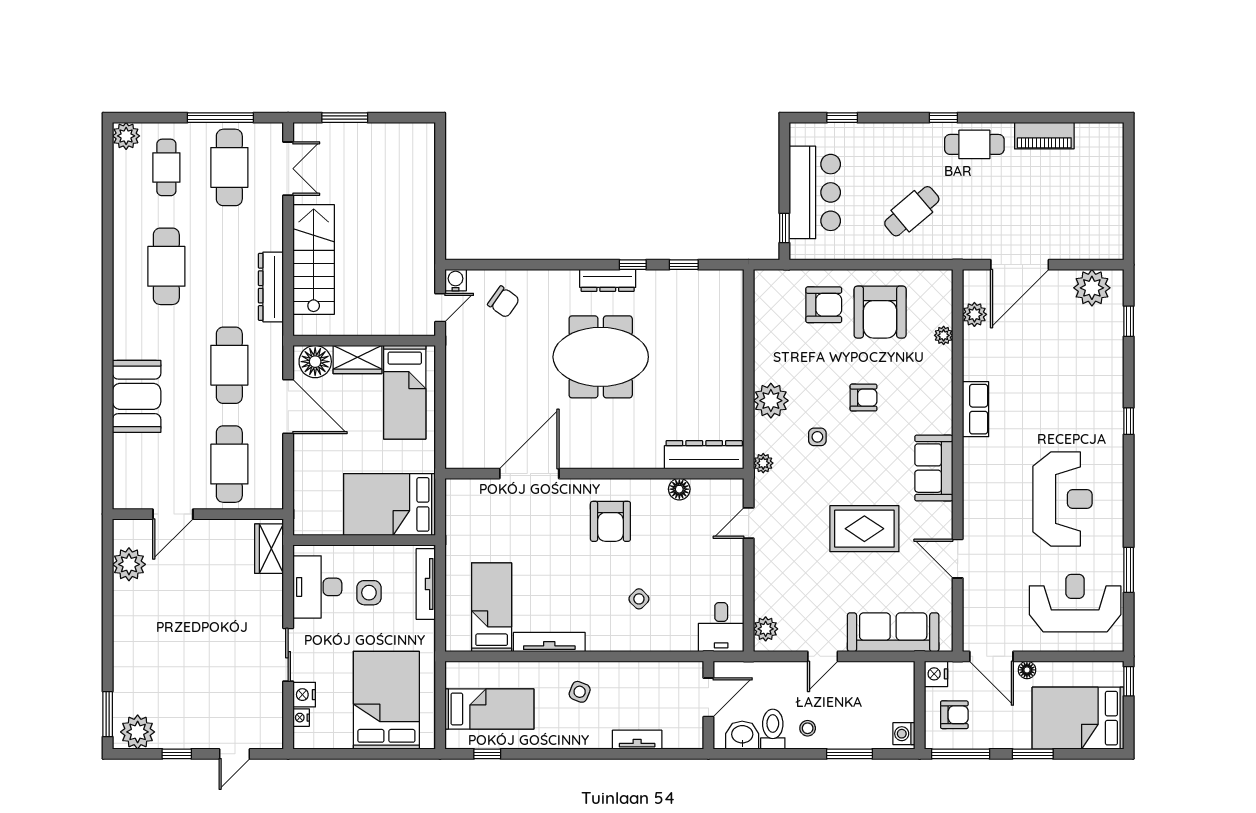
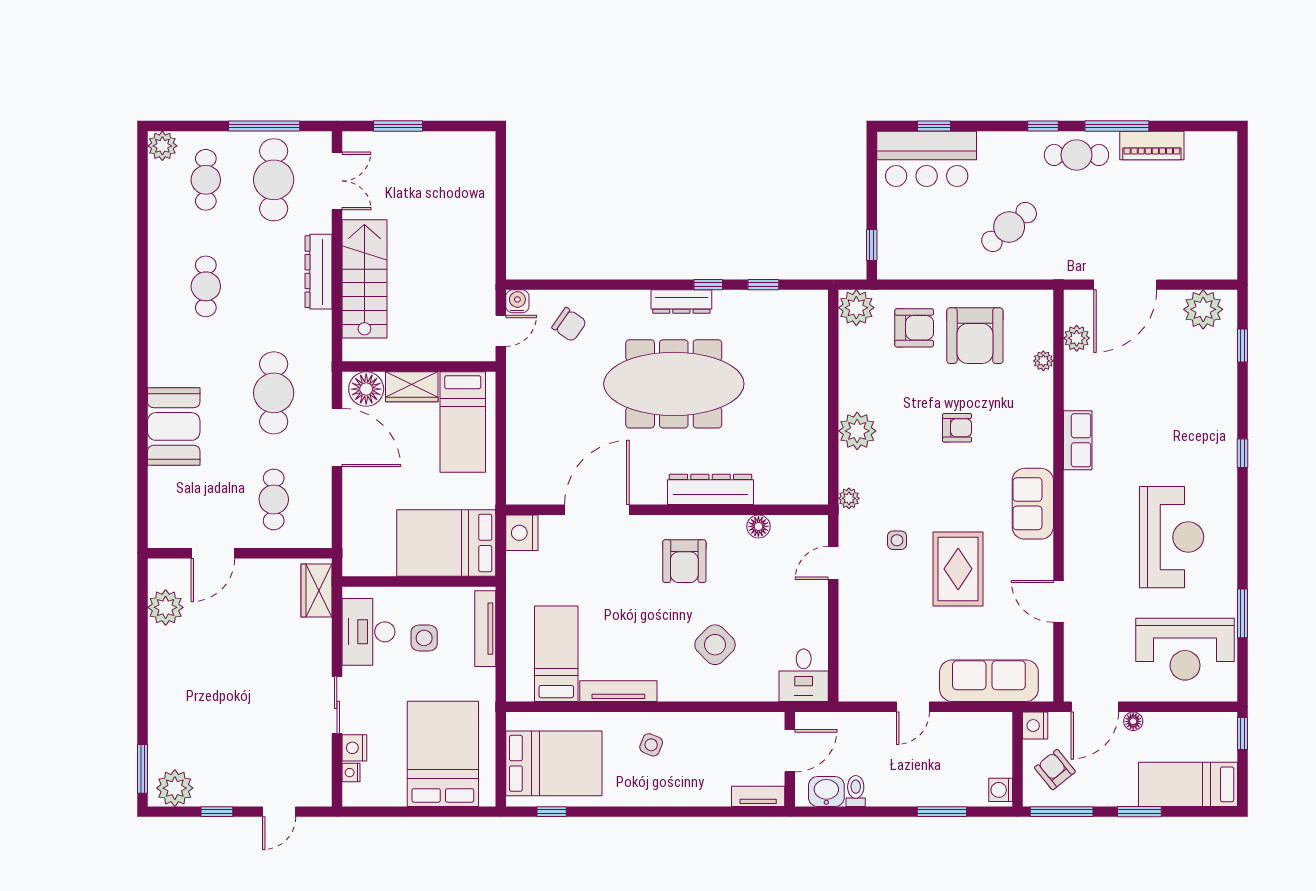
window: (1012, 118) -> (1117, 126), added
bar counter: (815, 192) -> (927, 159), moved, turned 90
cafe table: (166, 266) -> (206, 286), width x0.73, depth x0.74
dresser: (271, 287) -> (318, 272), moved
meeting table: (601, 357) -> (674, 384), width x1.36
side table: (817, 437) -> (897, 540), moved
dresser: (704, 455) -> (711, 489), moved
cafe table: (229, 464) -> (274, 499), width x0.73, depth x0.74
nightstand: (460, 495) -> (522, 533), added
rug: (864, 529) -> (958, 569), turned 90
side table: (639, 599) -> (715, 645), width x1.87, depth x1.87
reception desk: (1075, 603) -> (1185, 649), turned 180
plant: (766, 629) -> (856, 308), moved, width x1.36, depth x1.36
door: (991, 656) -> (1095, 707), hinge flipped
bed: (489, 709) -> (554, 763), width x1.50
armchair: (954, 715) -> (1055, 770), turned -129
bed: (1078, 718) -> (1188, 784), width x0.67
stool: (808, 728) -> (897, 784), removed
toilet: (773, 729) -> (856, 791), width x0.73, depth x0.72
tv unit: (637, 740) -> (758, 796), moved

